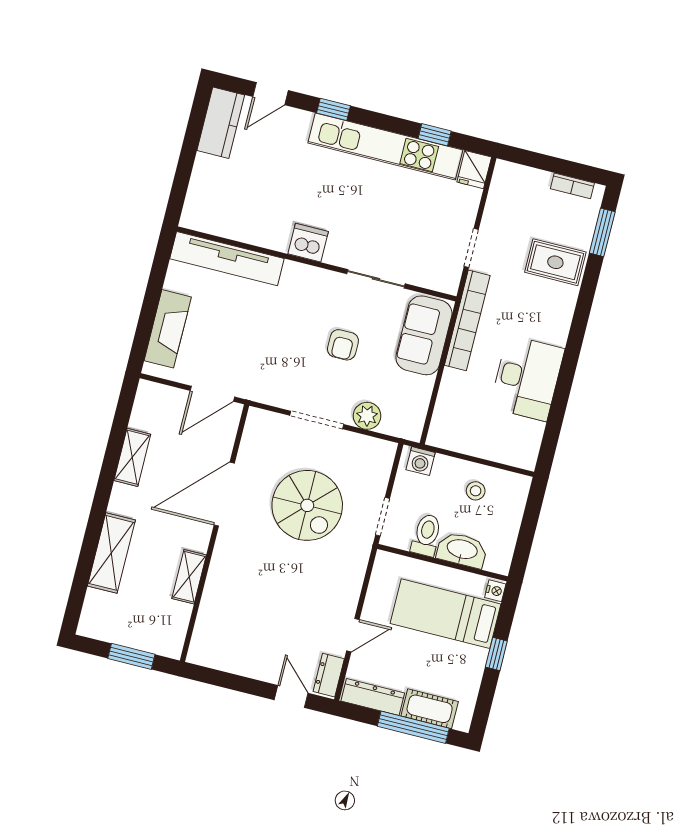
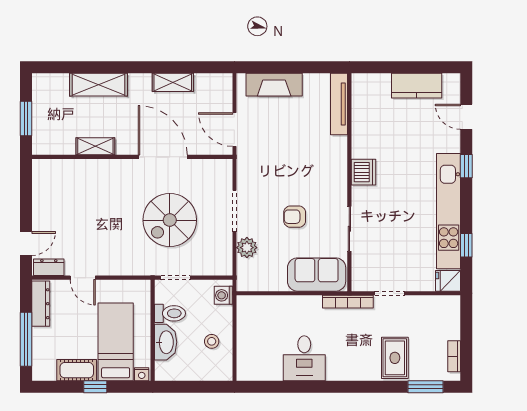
kitchen counter: (221, 123) -> (417, 86), moved
tv unit: (227, 259) -> (339, 104), width x0.73, depth x0.78
bookcase: (467, 320) -> (348, 302), width x0.68, depth x0.76
desk: (527, 378) -> (304, 358), width x0.73
cot: (430, 709) -> (77, 370), moved, turned 90

